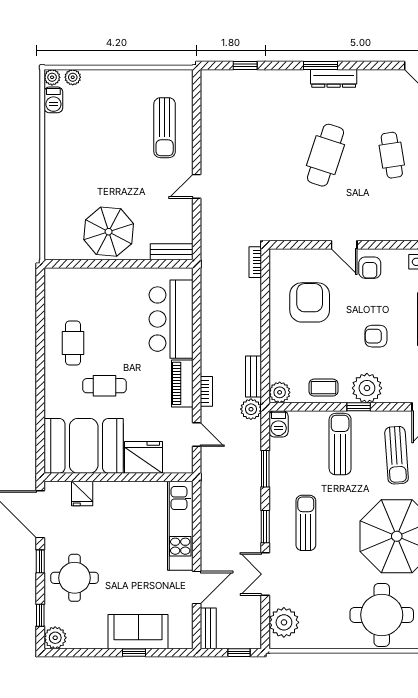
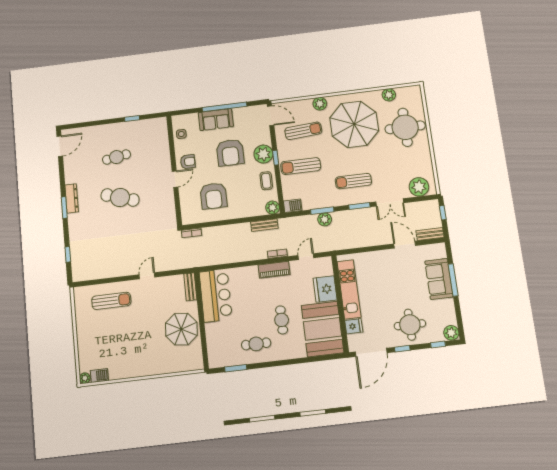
plant: (73, 77) -> (84, 364), removed
door: (197, 186) -> (147, 276), swing flipped
armchair: (310, 302) -> (213, 196), turned -90
window: (40, 308) -> (236, 368), added
bar counter: (171, 319) -> (216, 295), moved, turned -90
armchair: (376, 336) -> (230, 153), width x1.88, depth x1.88
plant: (251, 409) -> (325, 219), moved
kitchen unit: (180, 526) -> (349, 289), moved, turned -90
window: (134, 653) -> (453, 280), width x2.17

